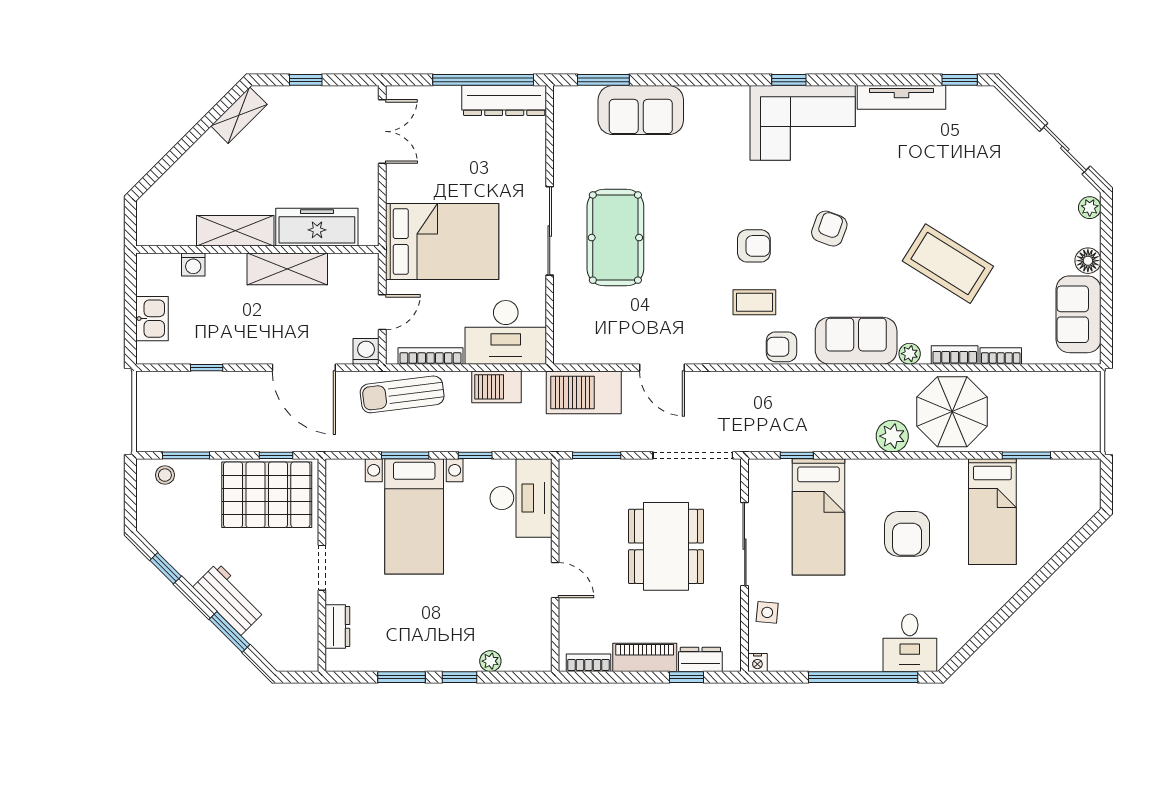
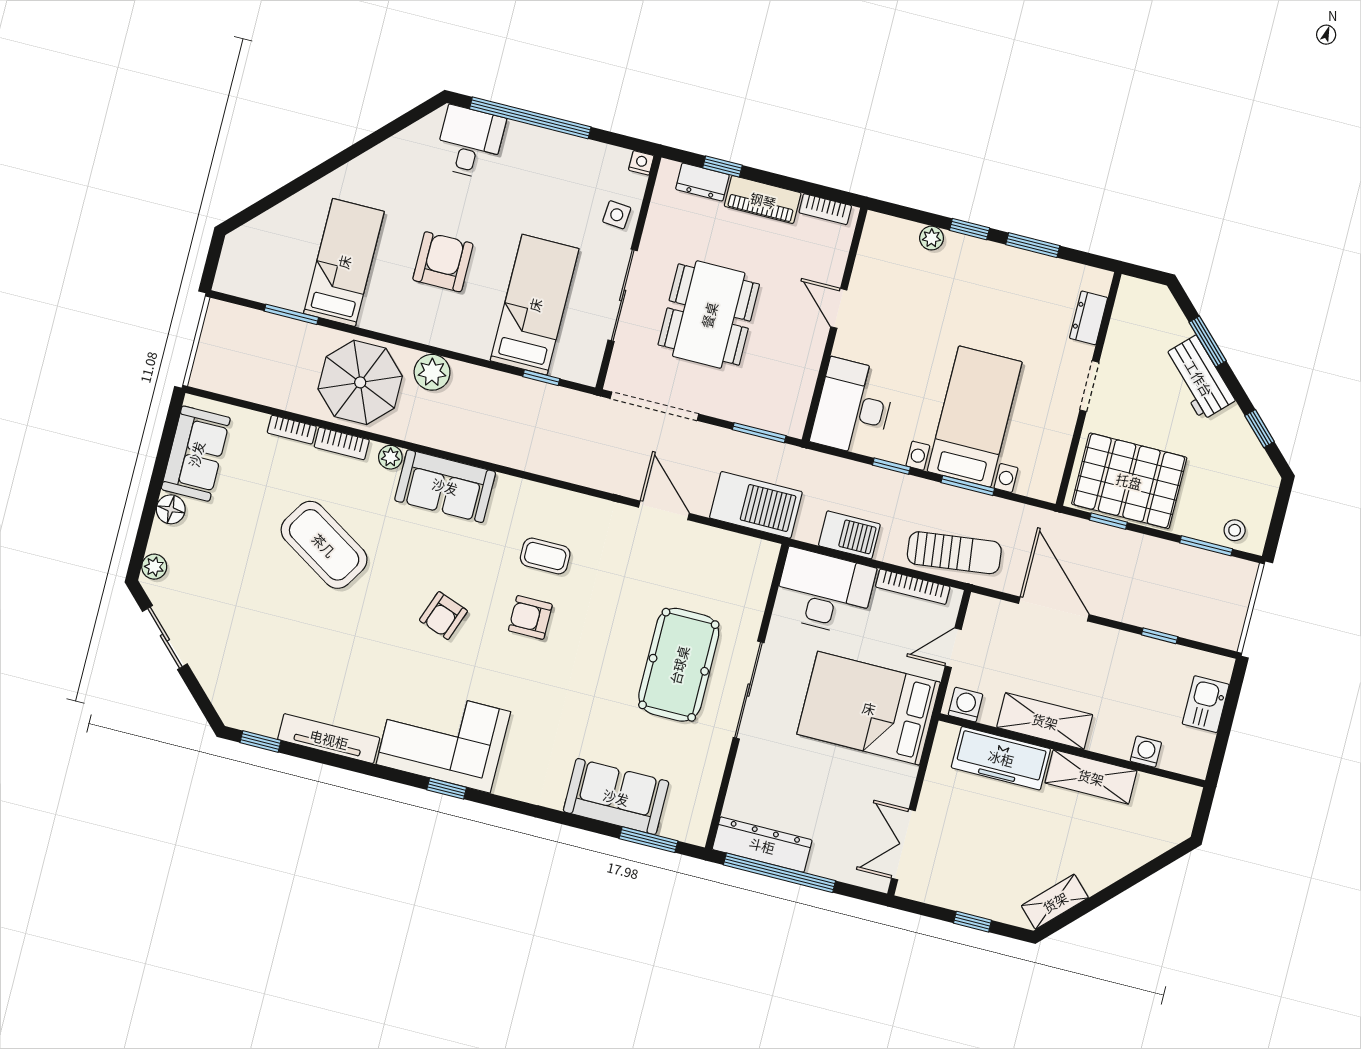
armchair: (781, 347) -> (528, 500), removed
washing machine: (366, 351) -> (966, 705), moved, turned 180

